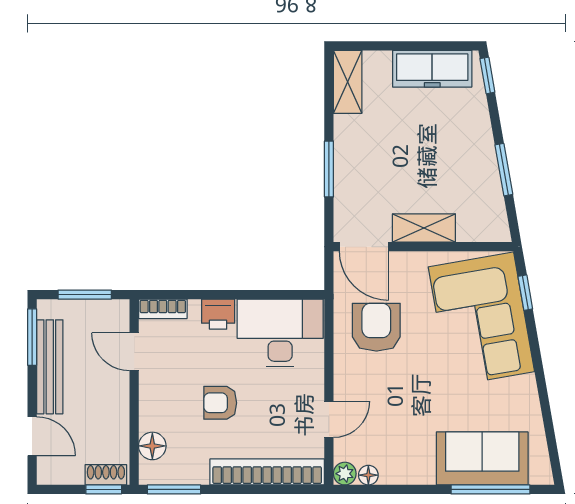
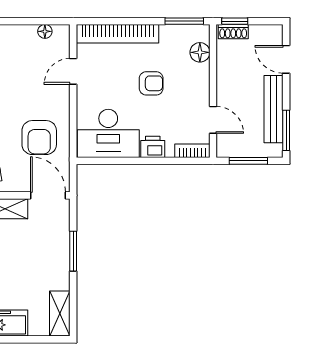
plant: (345, 474) -> (62, 33), removed

